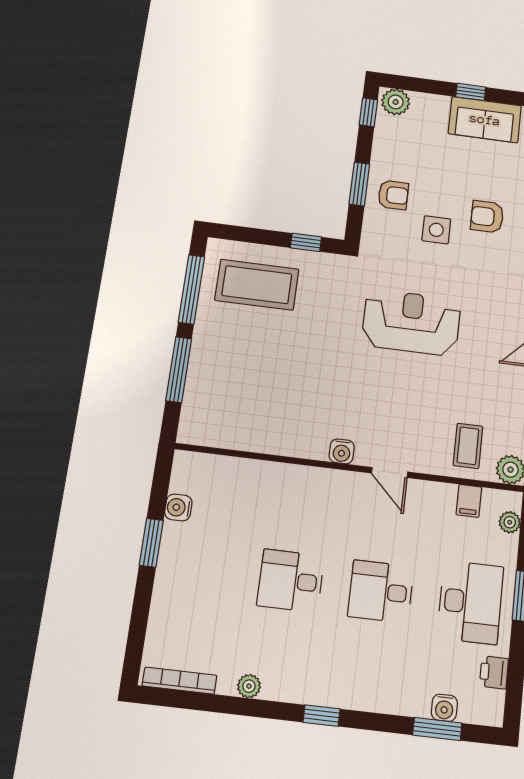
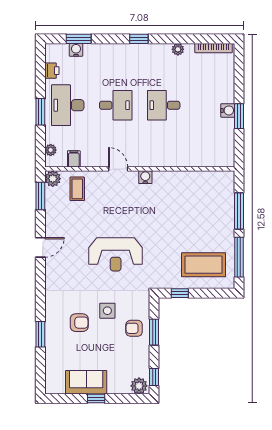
water cooler: (178, 507) -> (228, 110), moved
desk: (291, 581) -> (164, 105), turned 180

